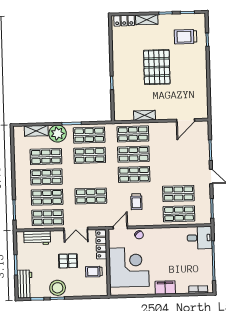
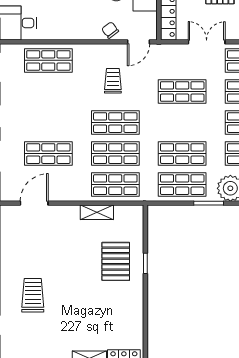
trolley: (186, 37) -> (33, 295), moved, turned -90
pallet: (157, 67) -> (116, 261), moved, width x0.73, depth x0.71
shop shelf: (178, 194) -> (48, 154), moved

